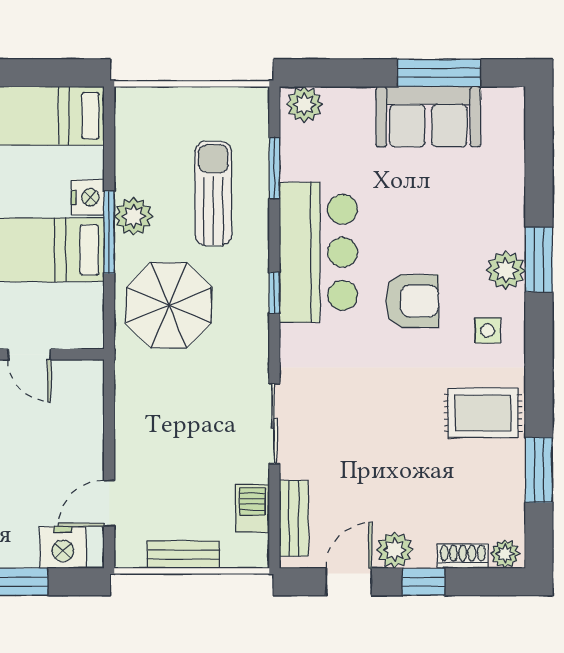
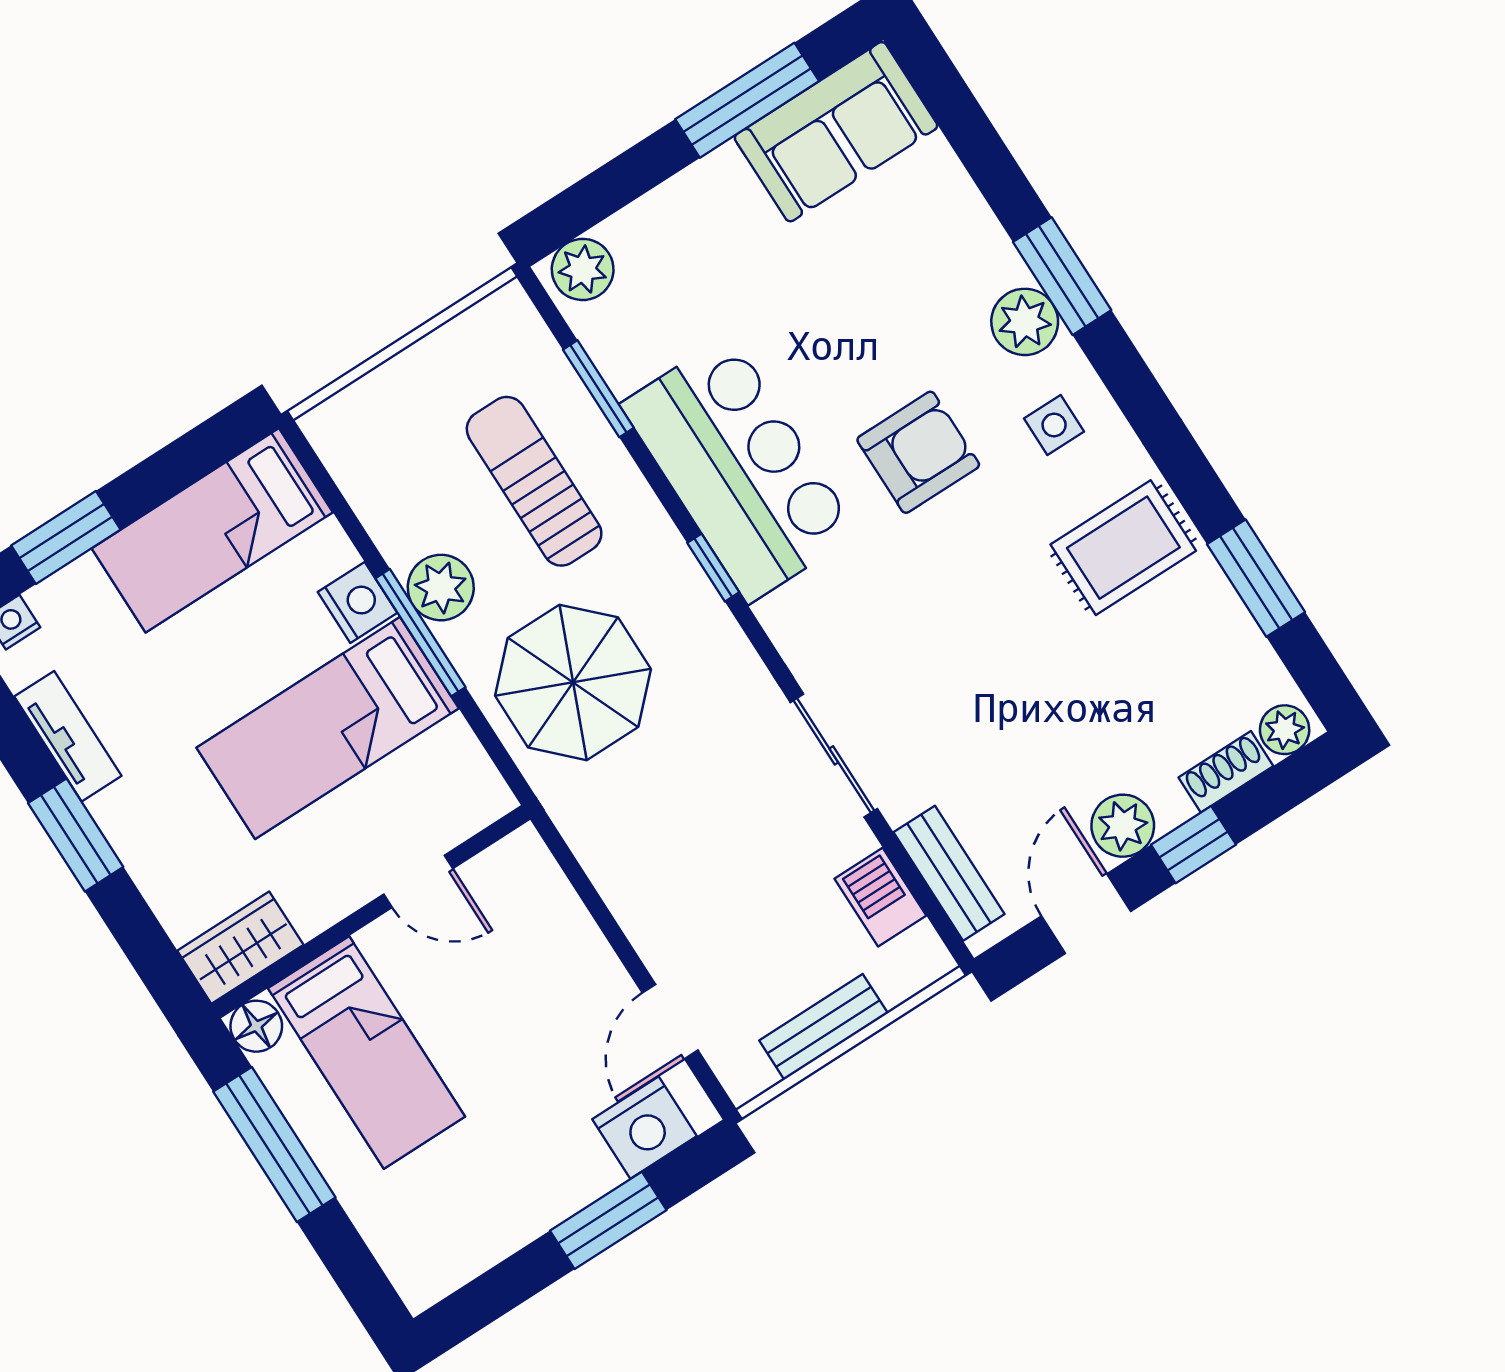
sofa: (428, 117) -> (836, 132), moved

